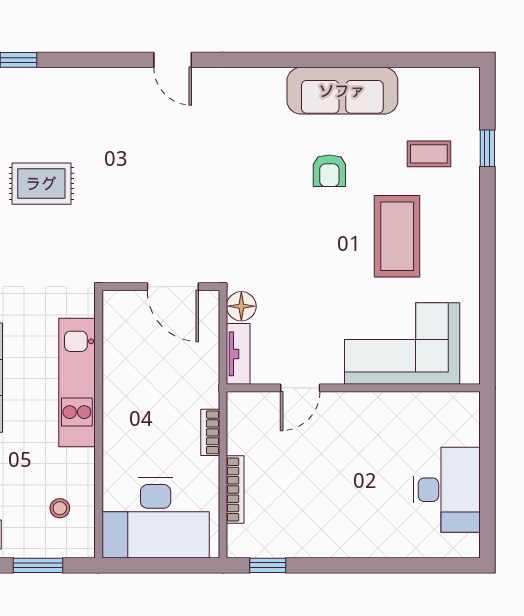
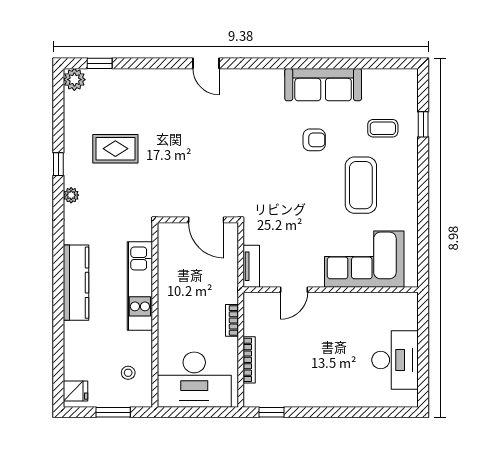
armchair: (329, 171) -> (314, 140), turned -90
floor lamp: (241, 306) -> (253, 233), removed

